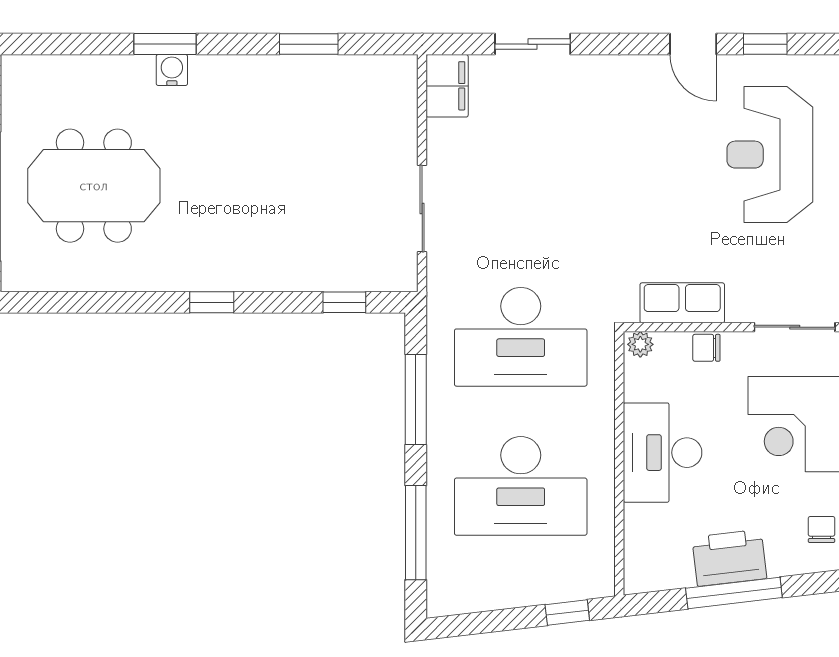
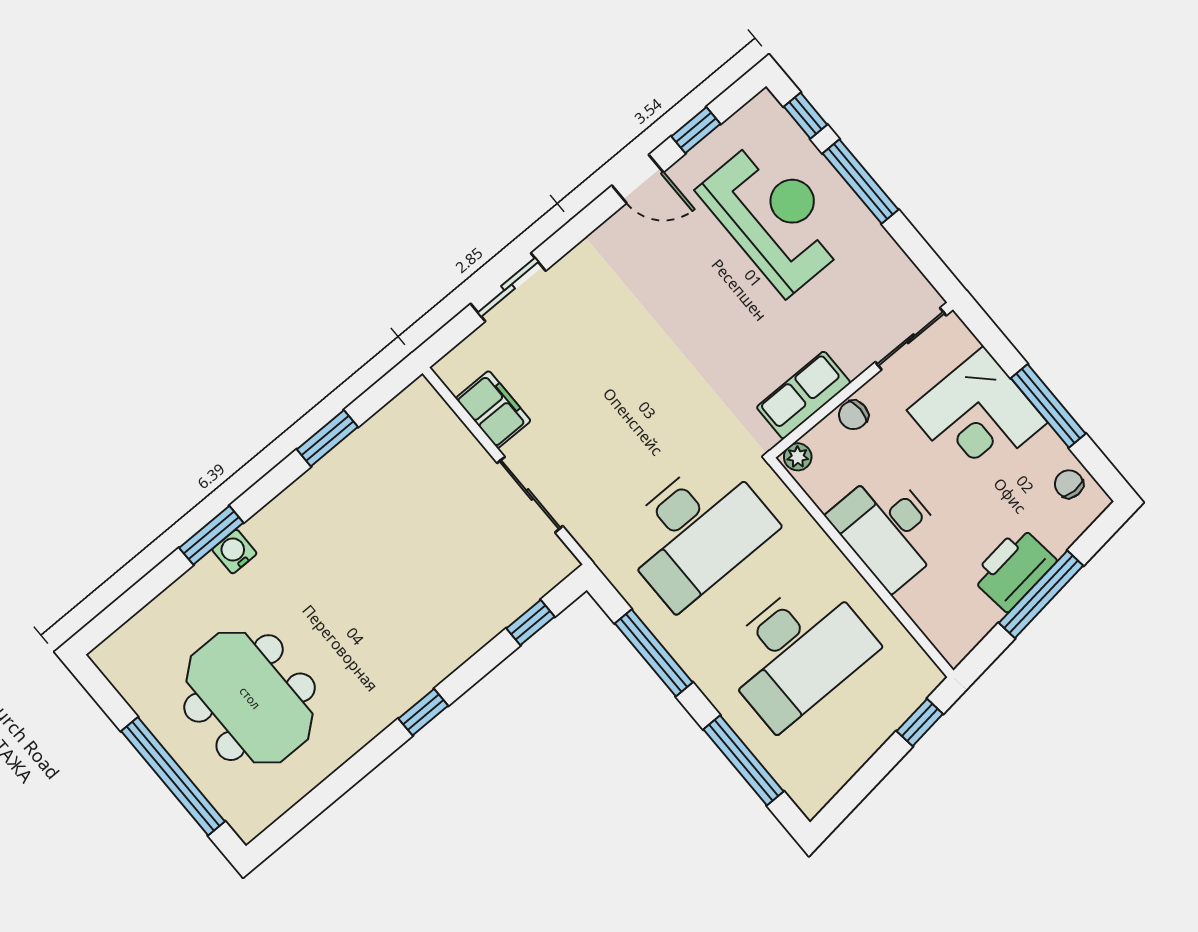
filing cabinet: (447, 86) -> (493, 410), moved
reception desk: (770, 155) -> (774, 216), turned 180
meeting table: (94, 186) -> (250, 698), turned 90

